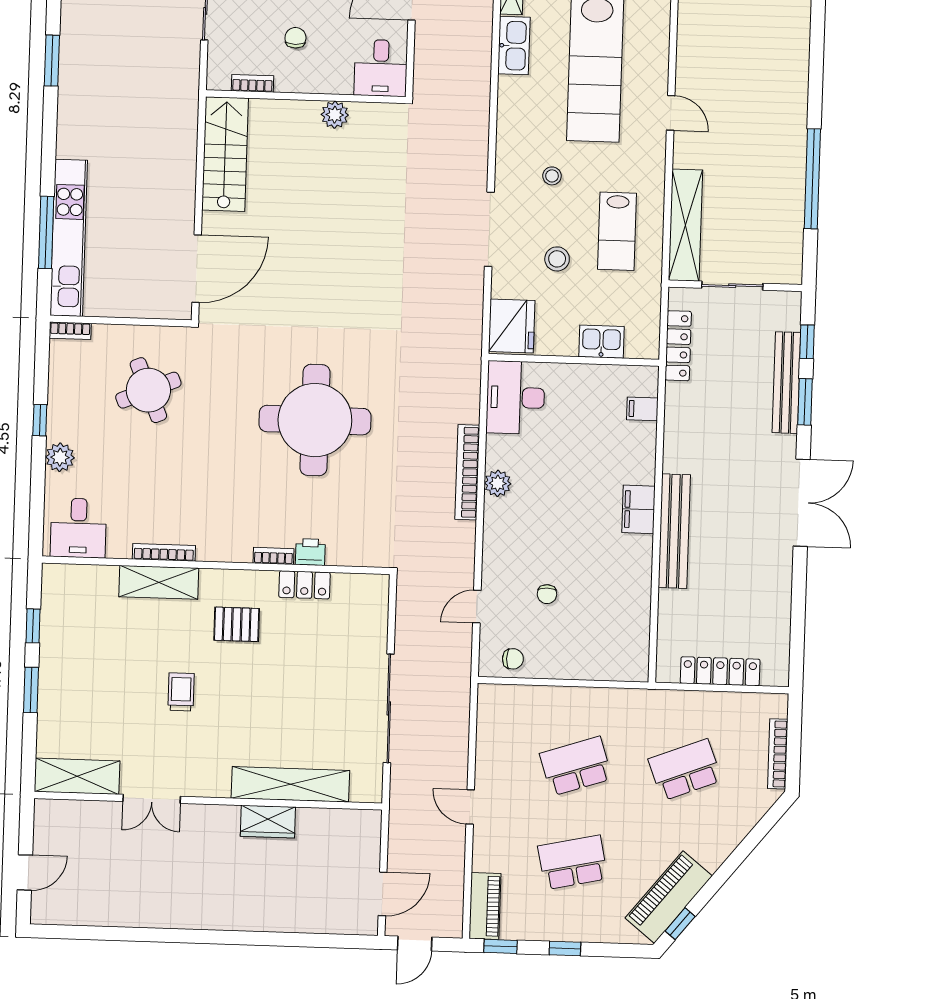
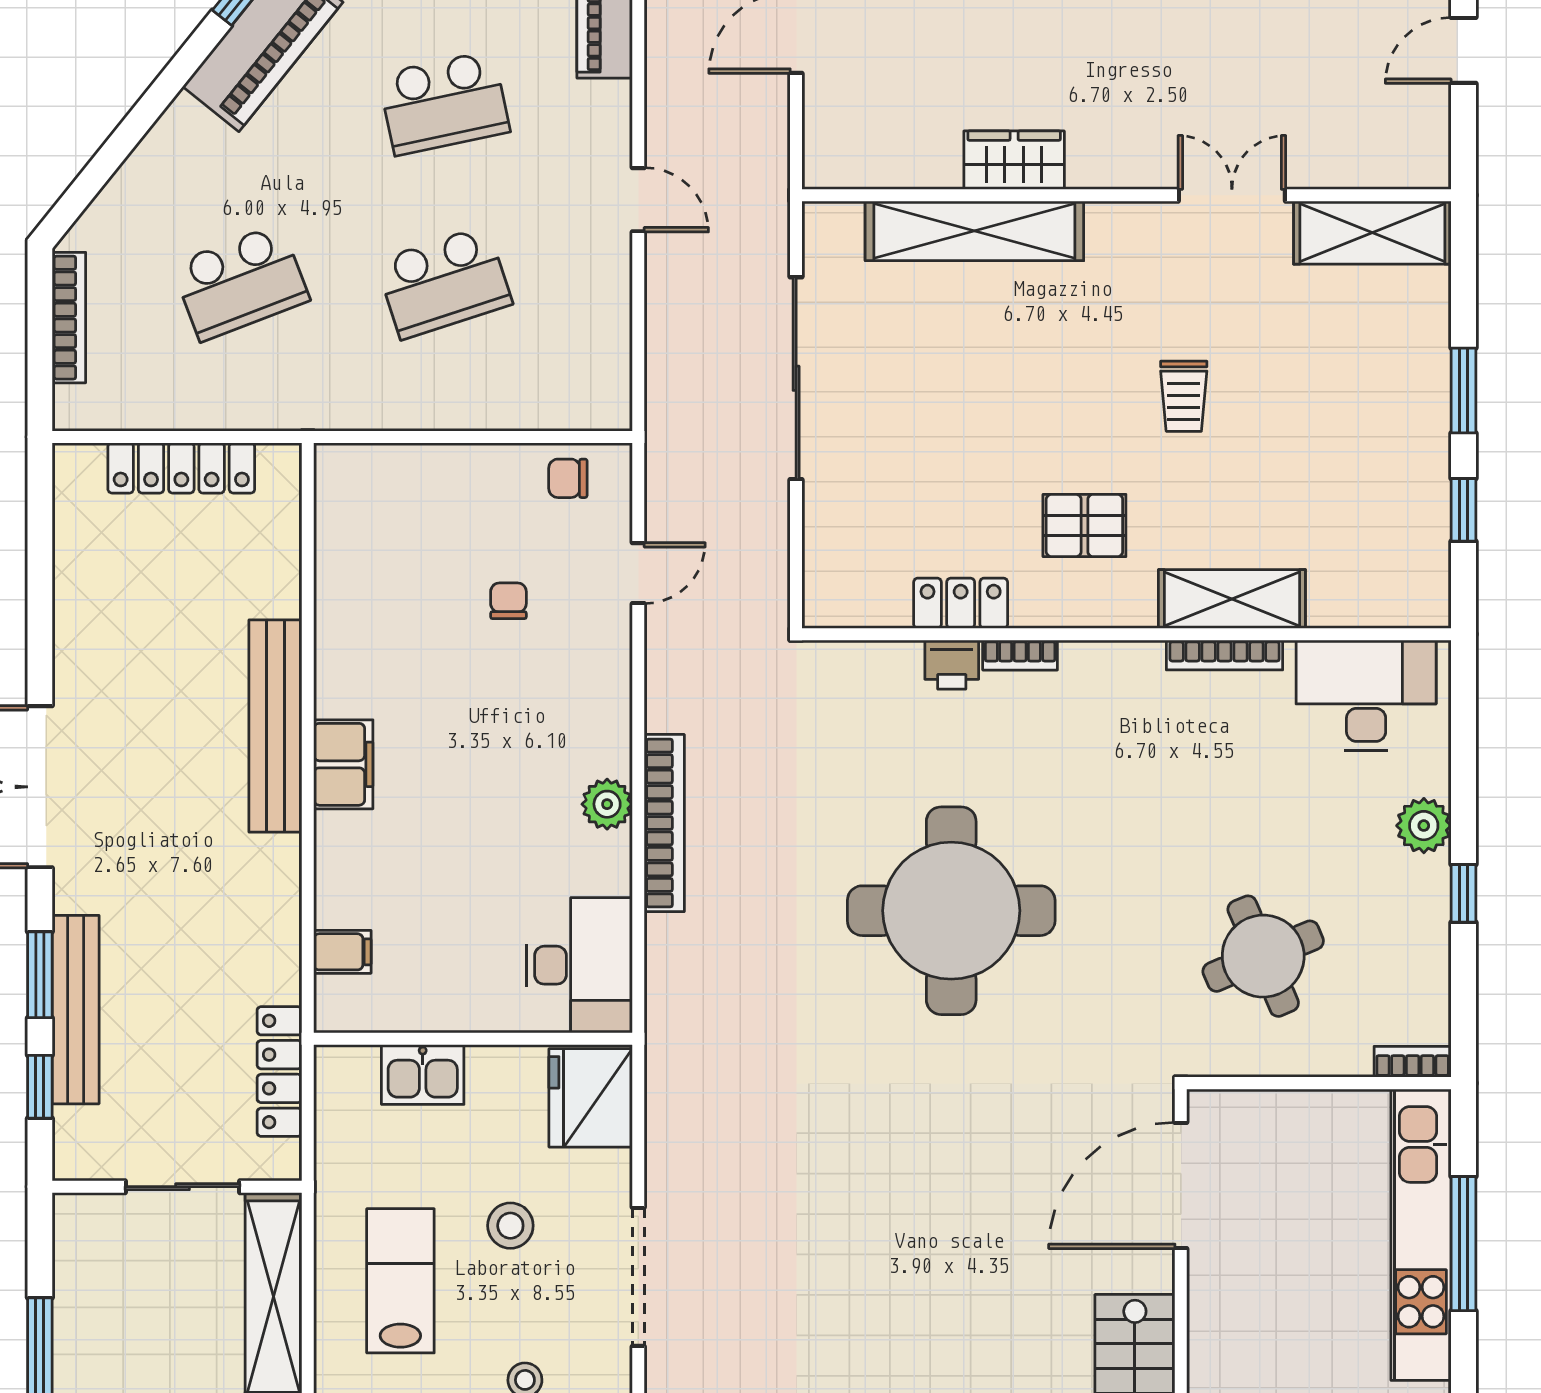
desk: (78, 528) -> (1366, 695), width x1.37

